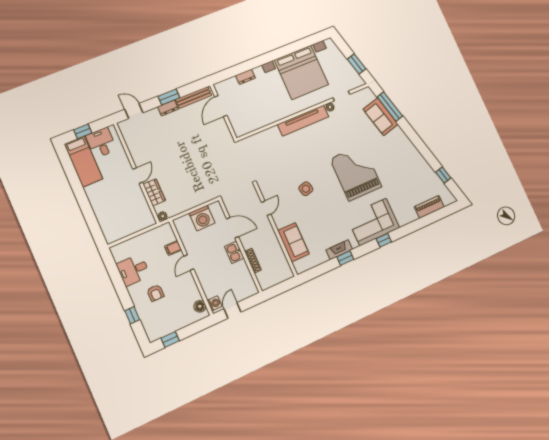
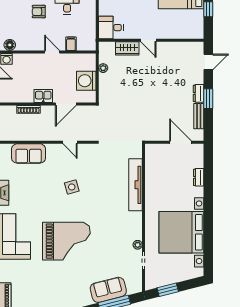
bench: (194, 97) -> (199, 116), width x0.73
tv unit: (303, 121) -> (135, 185), moved
desk: (101, 143) -> (111, 28), moved, turned 180
plant: (163, 216) -> (103, 68), moved

